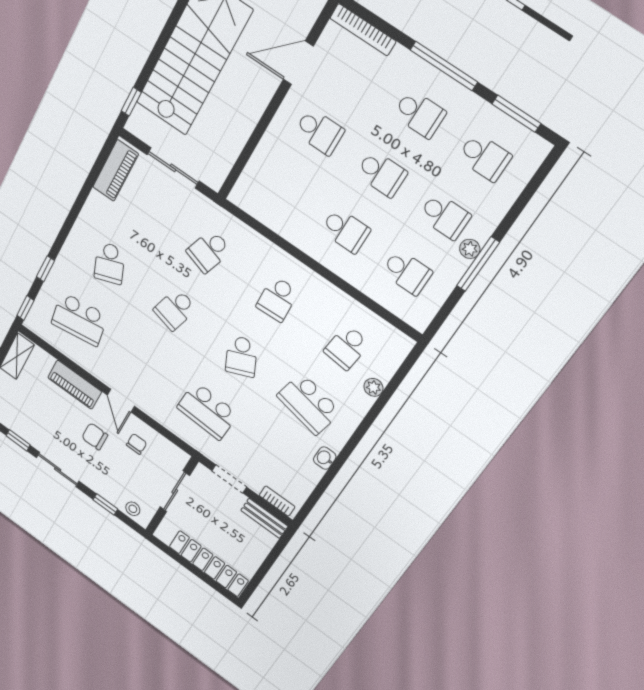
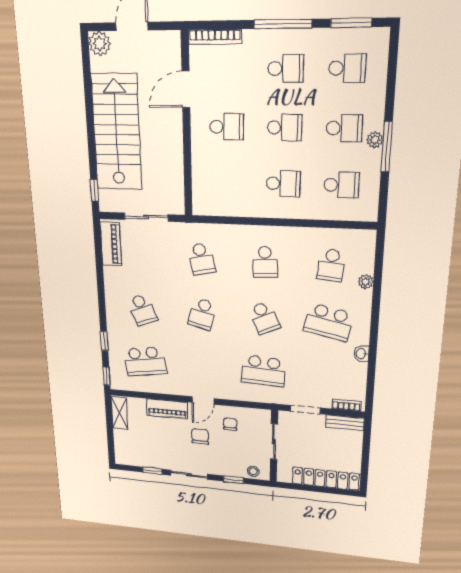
school desk: (209, 251) -> (201, 259), turned -30
door: (121, 401) -> (203, 400), hinge flipped
chair: (95, 436) -> (200, 436), turned 90

